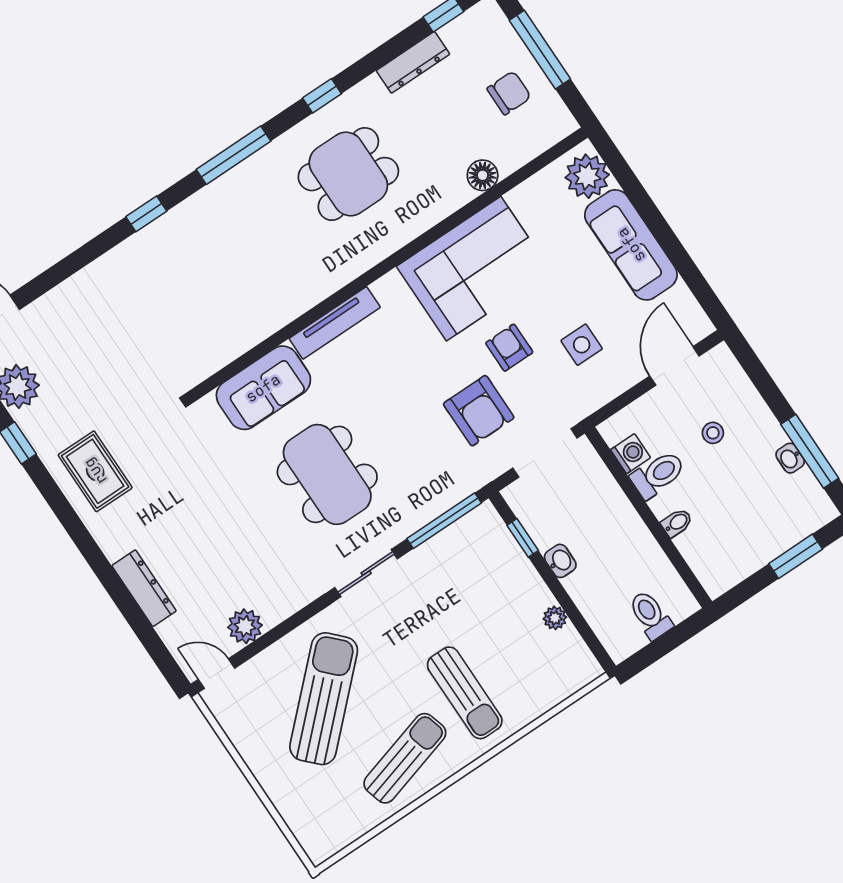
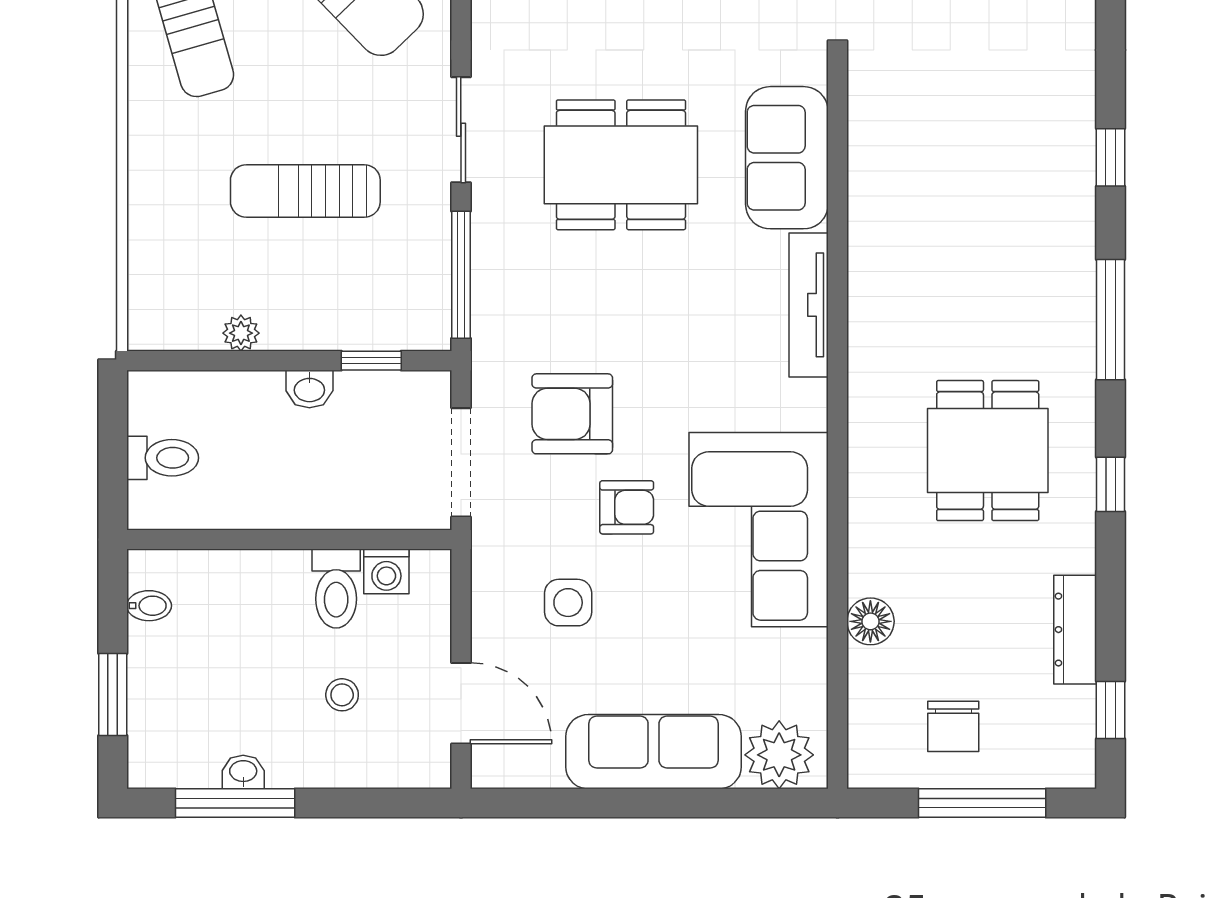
bidet: (677, 523) -> (149, 606), moved, turned -90
sun lounger: (465, 693) -> (305, 191), moved

